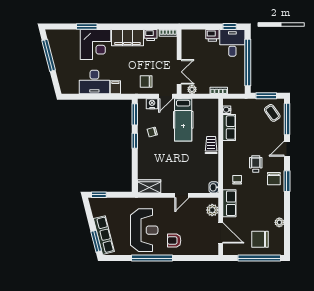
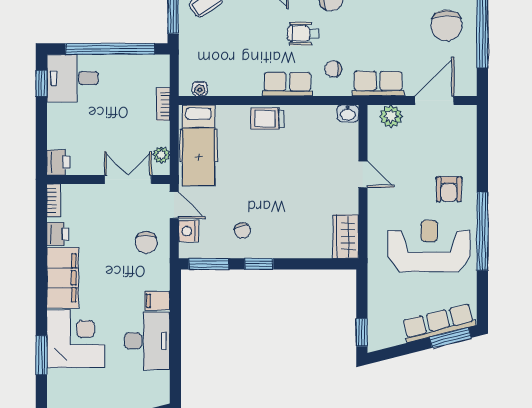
printer: (212, 35) -> (58, 163), moved
hospital bed: (183, 120) -> (199, 145), moved, turned 90
row of seats: (229, 128) -> (288, 84), moved

